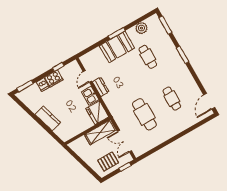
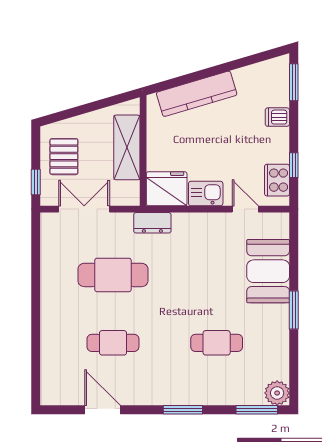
plant: (141, 28) -> (277, 393), moved
booth: (117, 47) -> (268, 271), moved
cooker: (54, 78) -> (277, 180), moved
dresser: (101, 87) -> (152, 223), moved
door: (209, 101) -> (103, 410), moved
kitchen counter: (48, 118) -> (197, 94), width x1.50
shelving: (100, 132) -> (127, 147), moved

